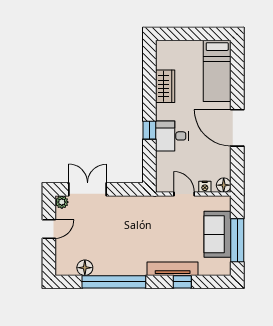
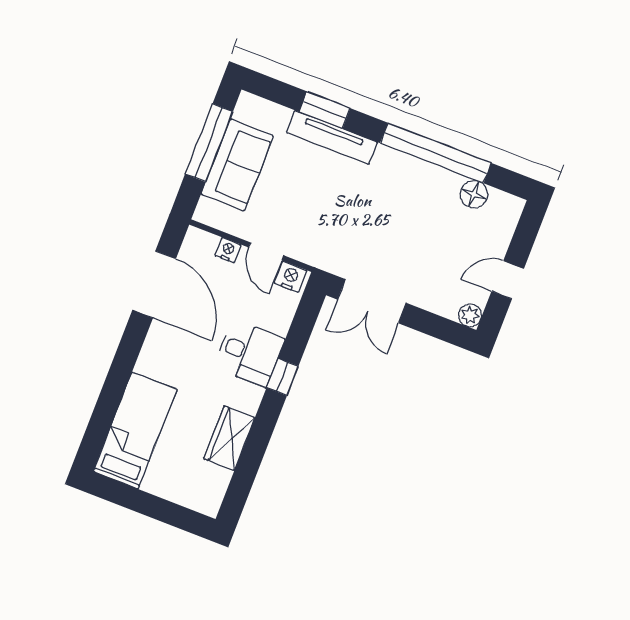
door: (237, 128) -> (154, 284), moved
nightstand: (166, 185) -> (290, 277), added
floor lamp: (224, 185) -> (196, 241), removed
double door: (88, 189) -> (372, 301), moved
window: (182, 282) -> (325, 110), width x1.50

